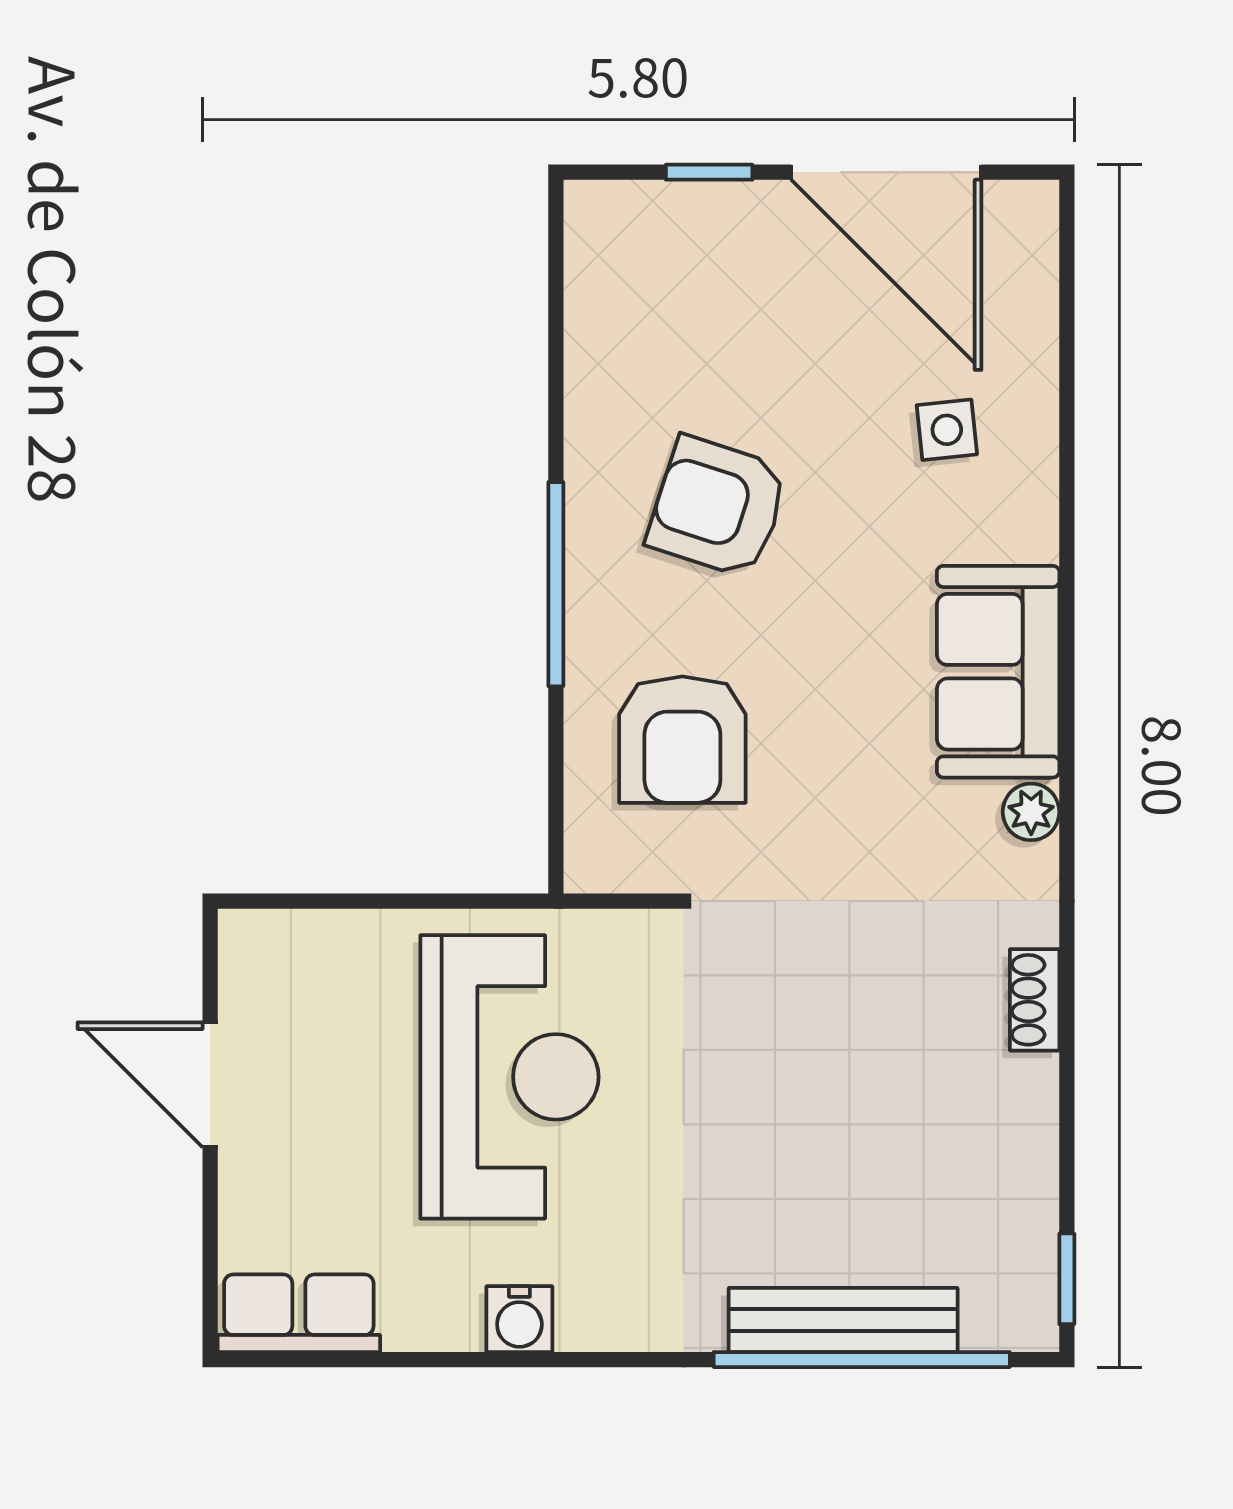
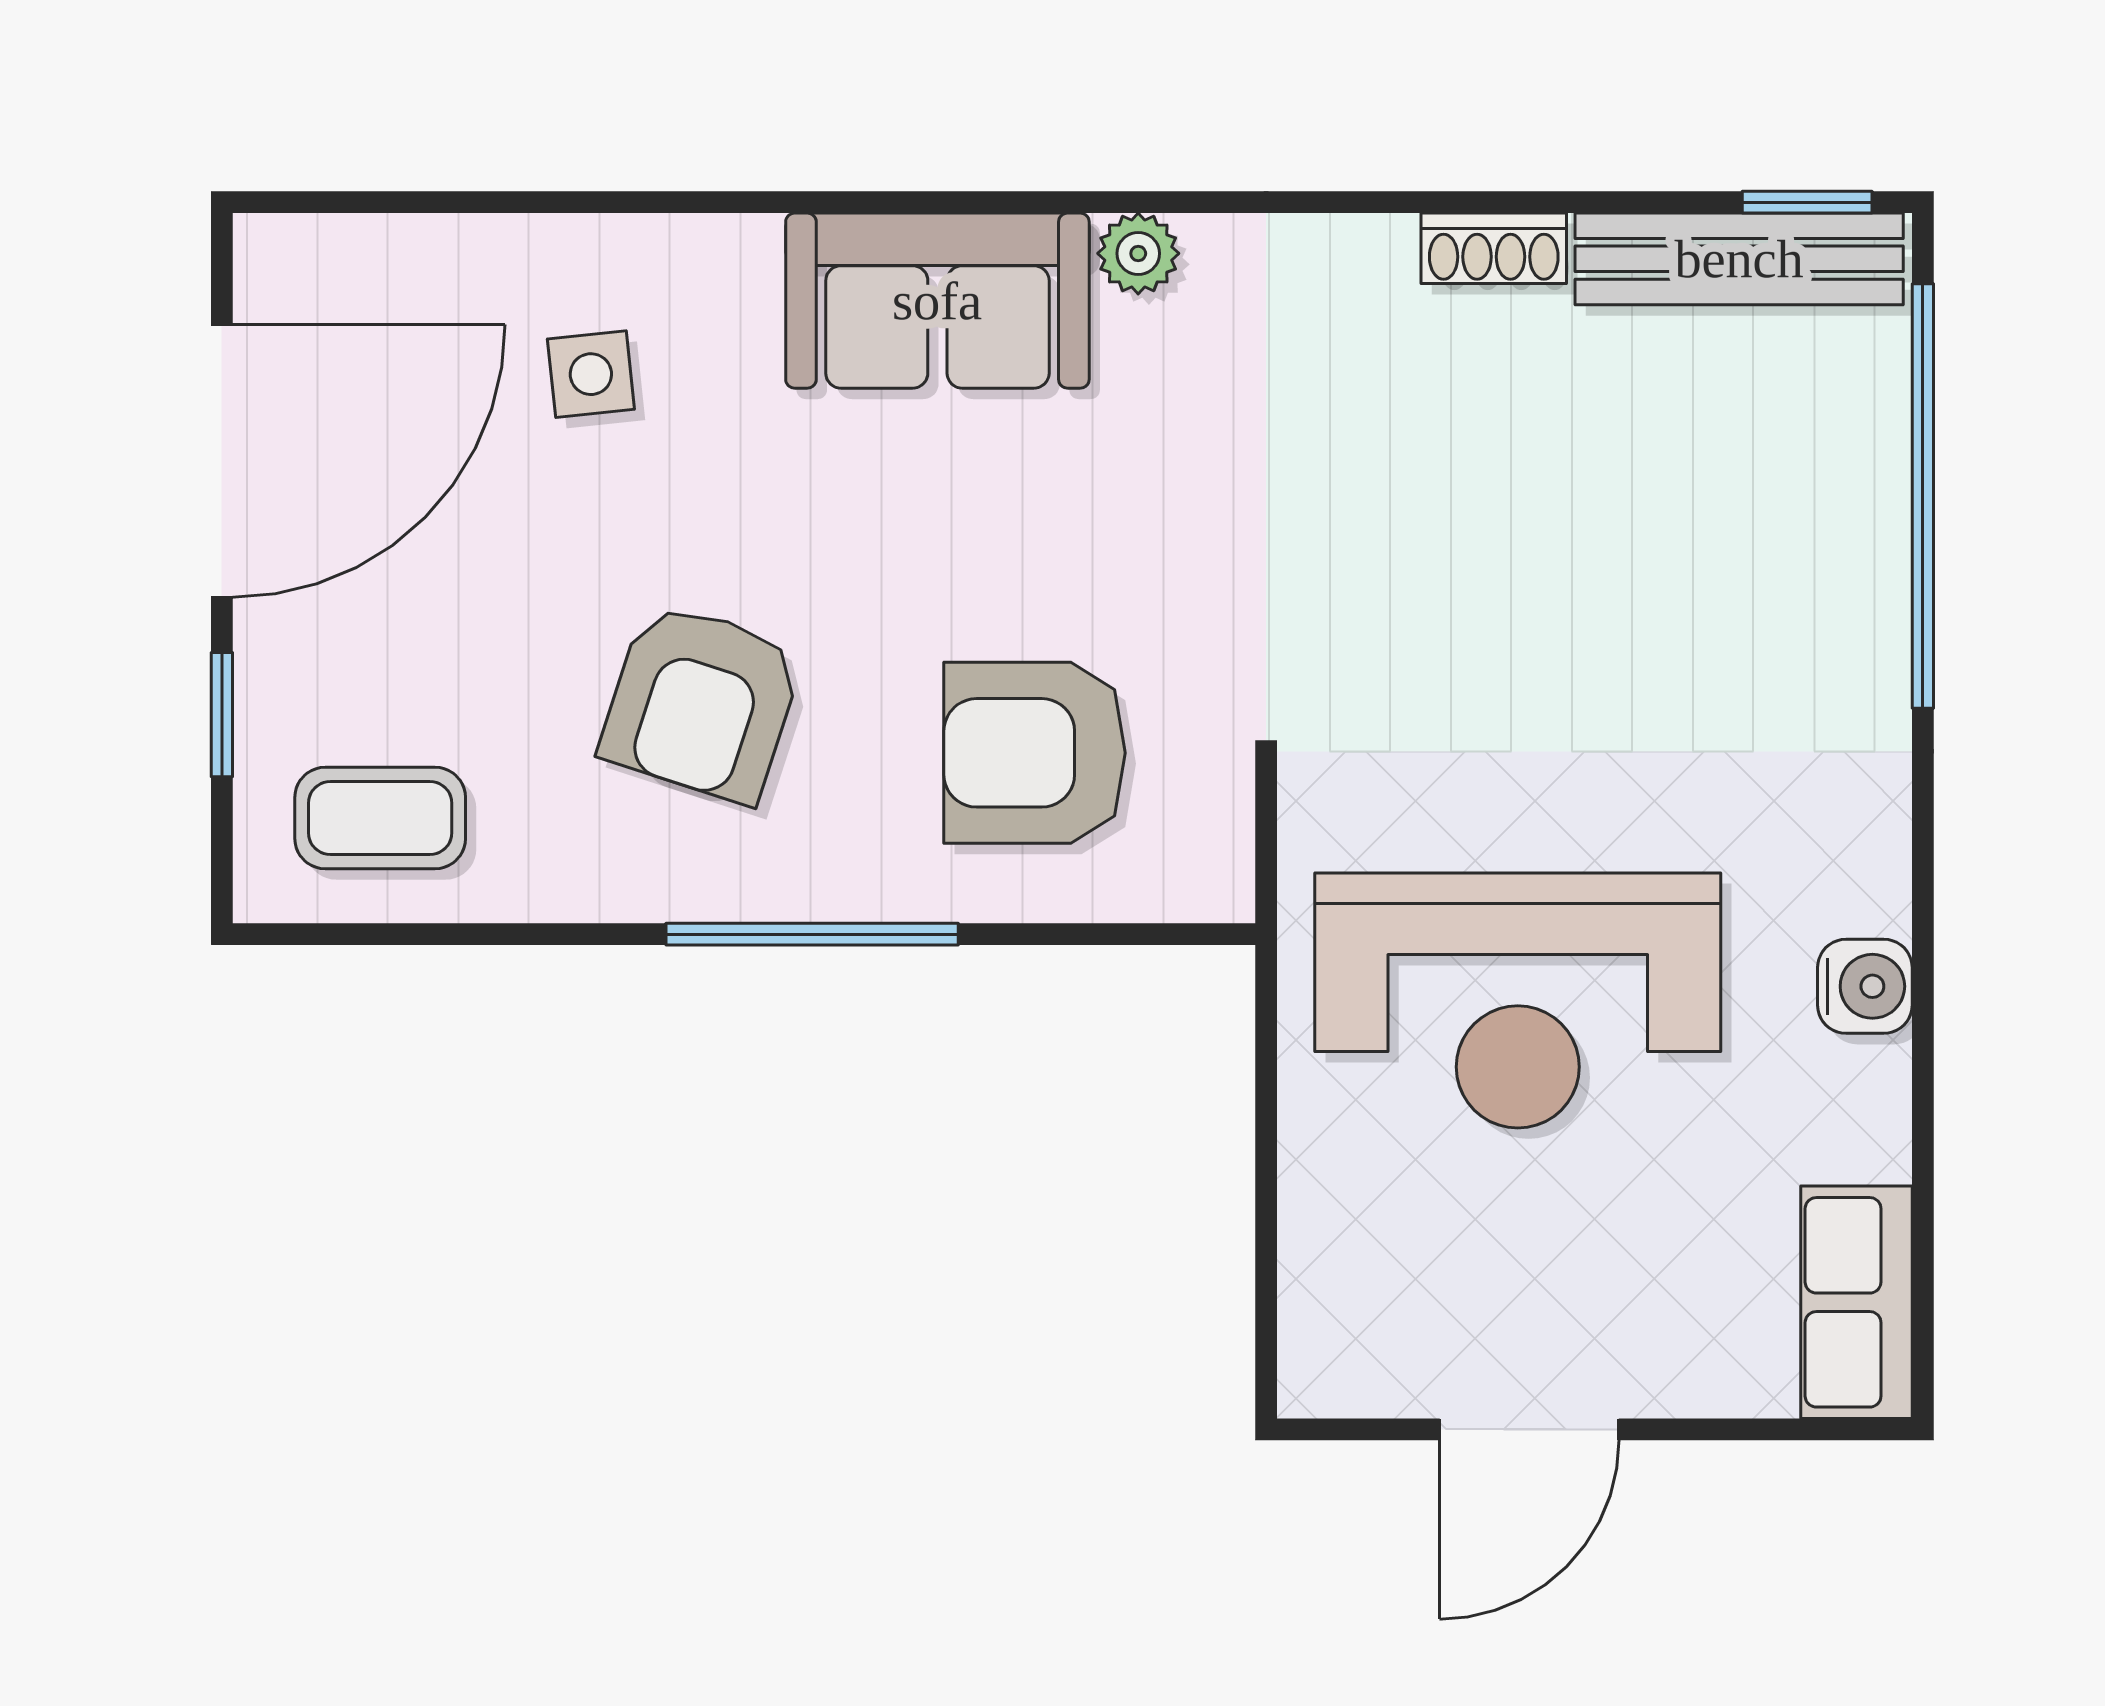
coffee table: (637, 283) -> (380, 818), added
armchair: (682, 740) -> (1035, 753), turned 180
shoe rack: (1035, 1000) -> (1494, 248), moved
reception desk: (509, 1077) -> (1518, 1001), turned 180
bench: (843, 1320) -> (1739, 259), moved, turned 90

